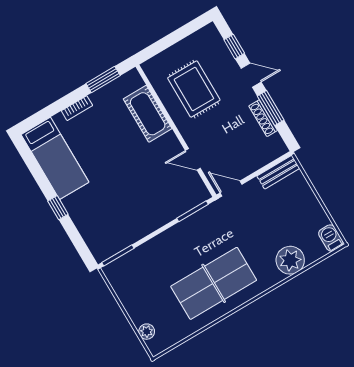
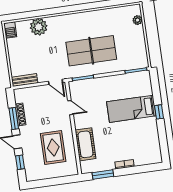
bed: (55, 158) -> (131, 109), moved, turned -90
table tennis table: (214, 283) -> (91, 51), moved

